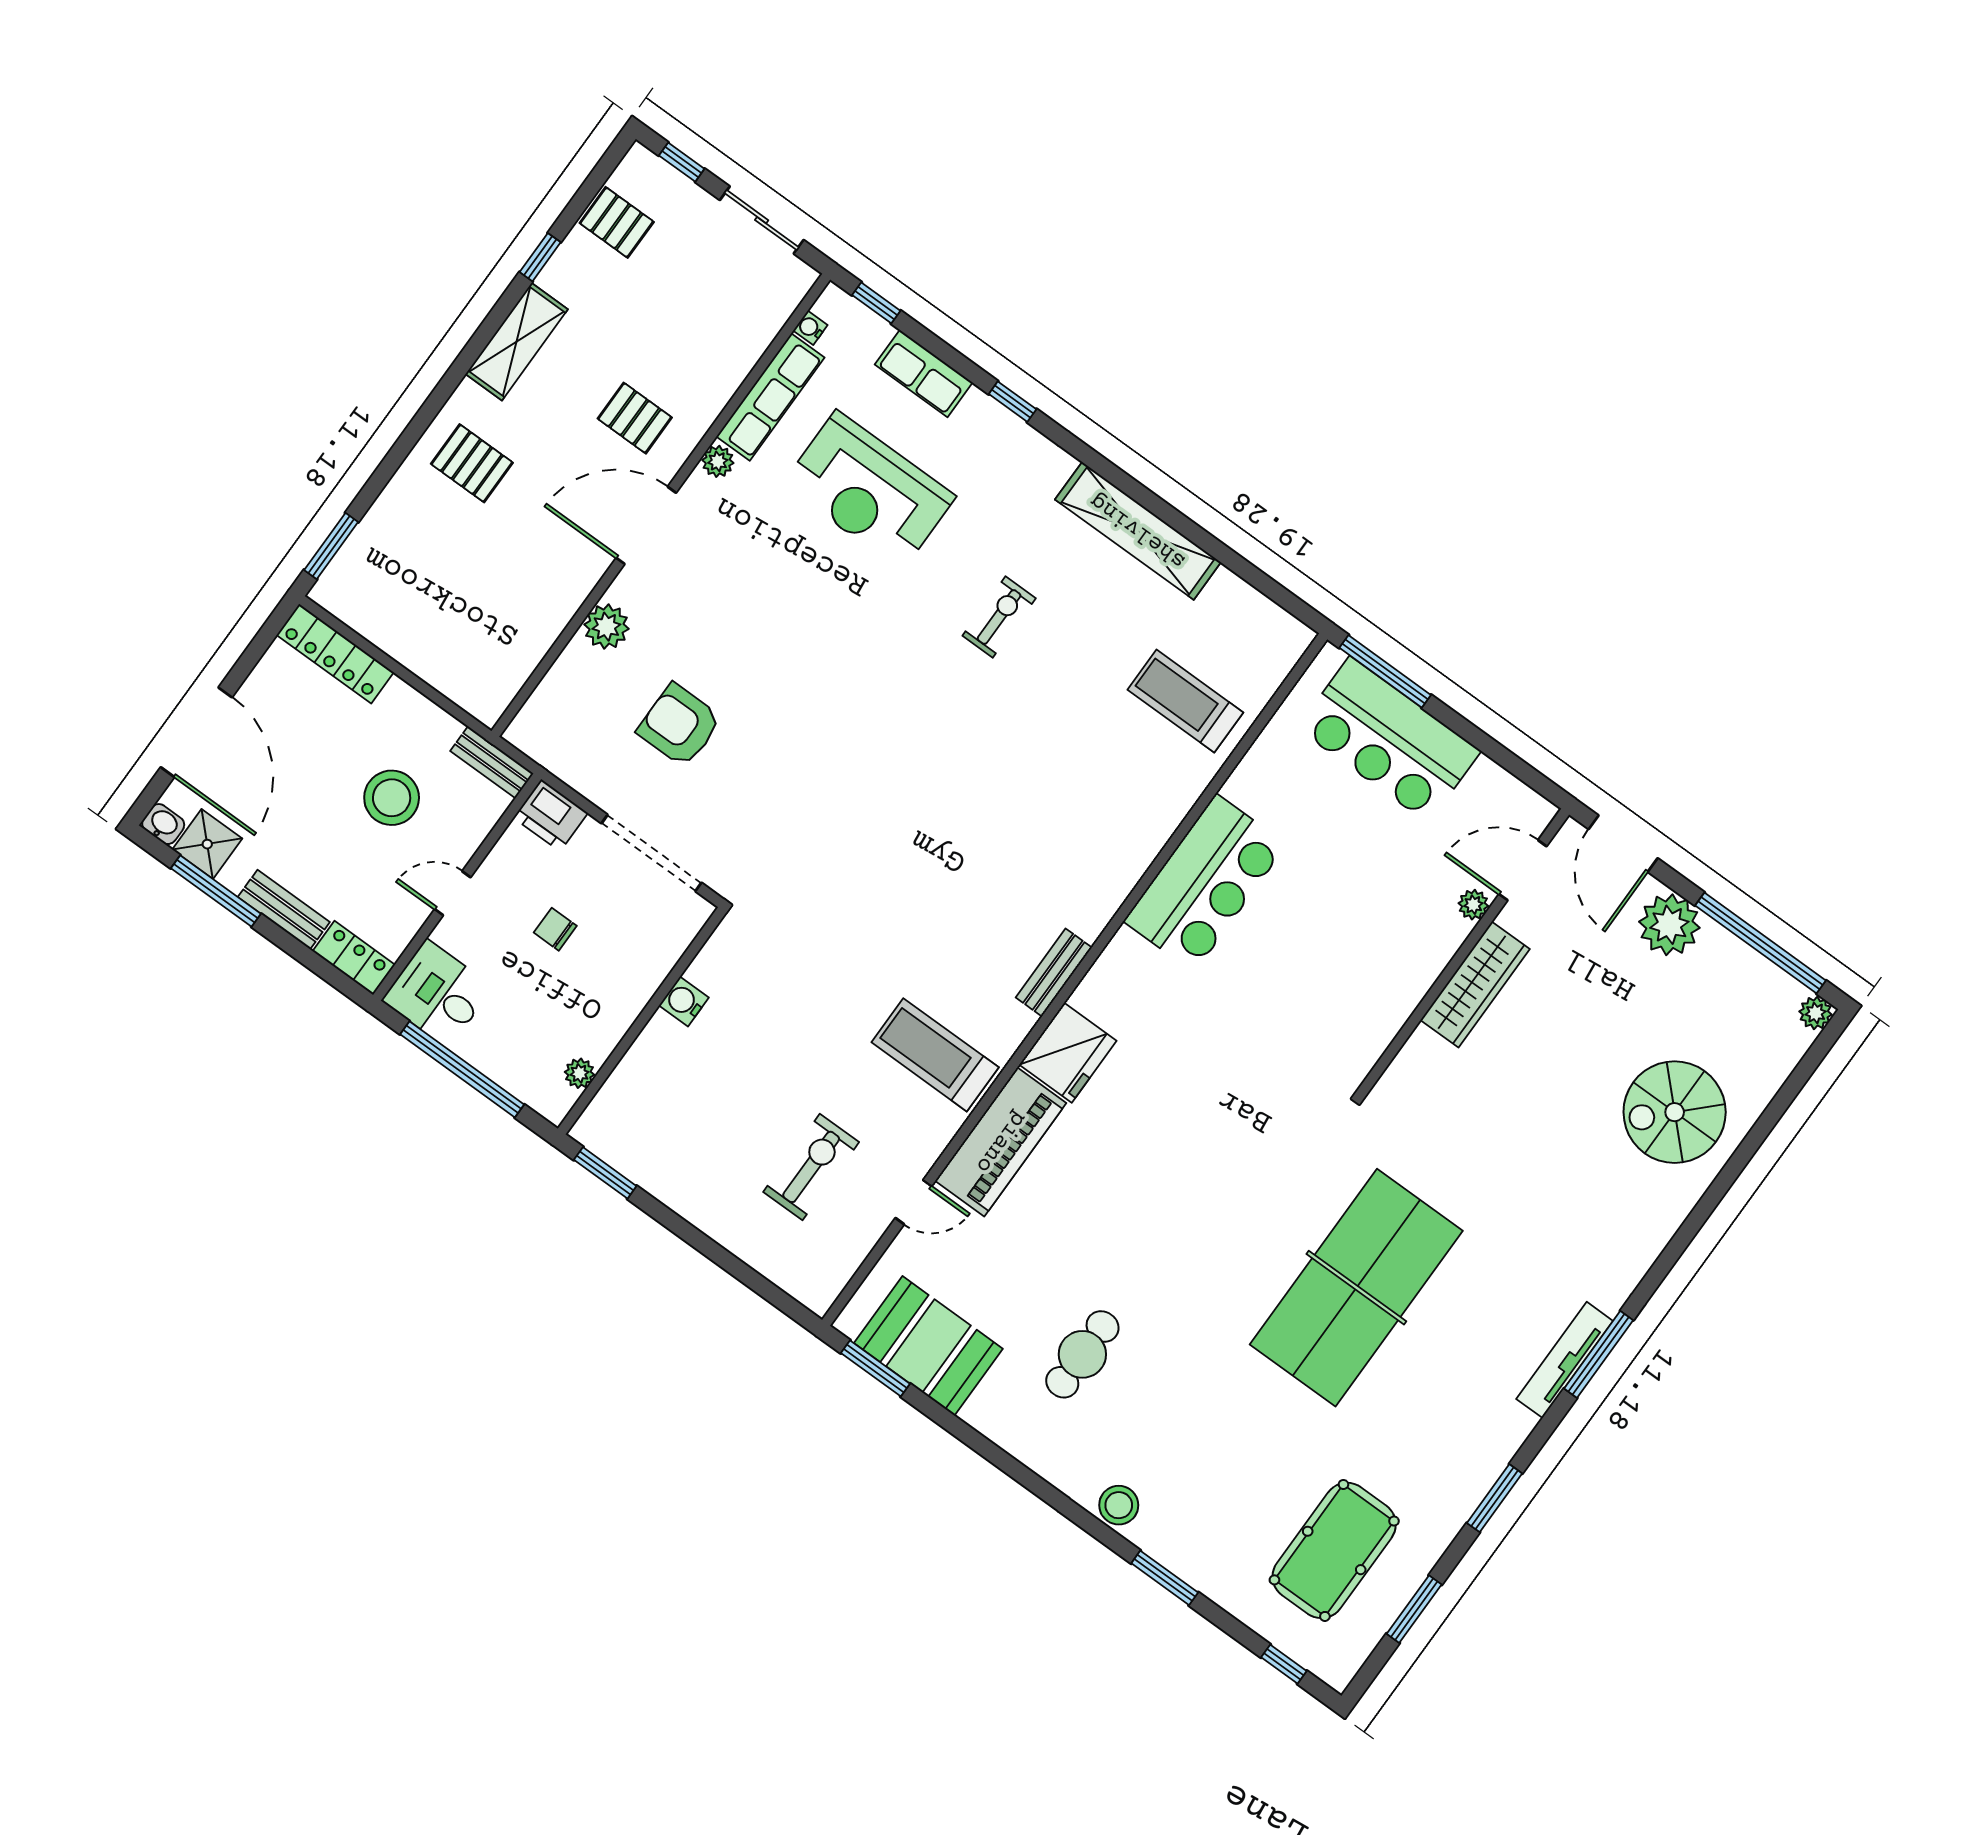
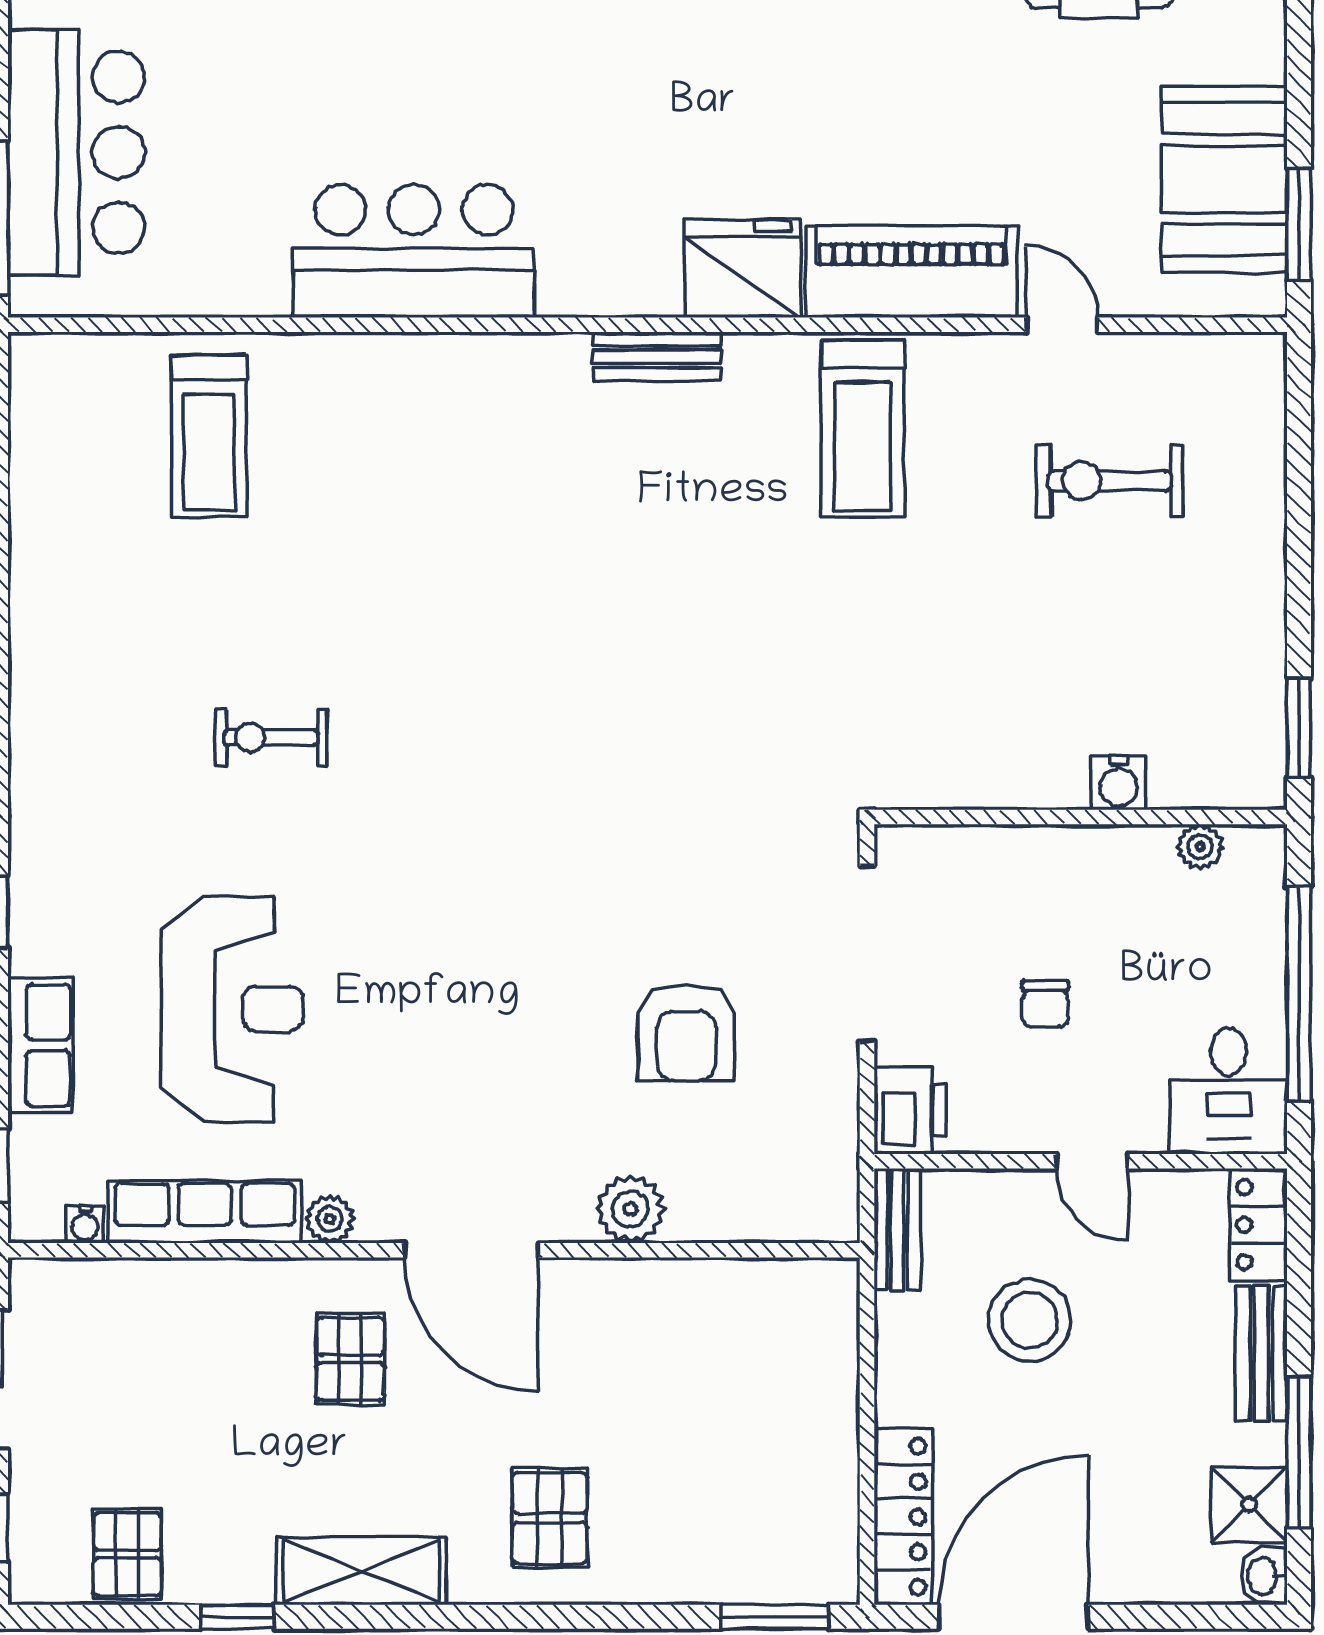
shelving: (1138, 531) -> (43, 644), removed
door: (196, 732) -> (1014, 1617), moved
water cooler: (684, 1001) -> (1119, 783), moved

